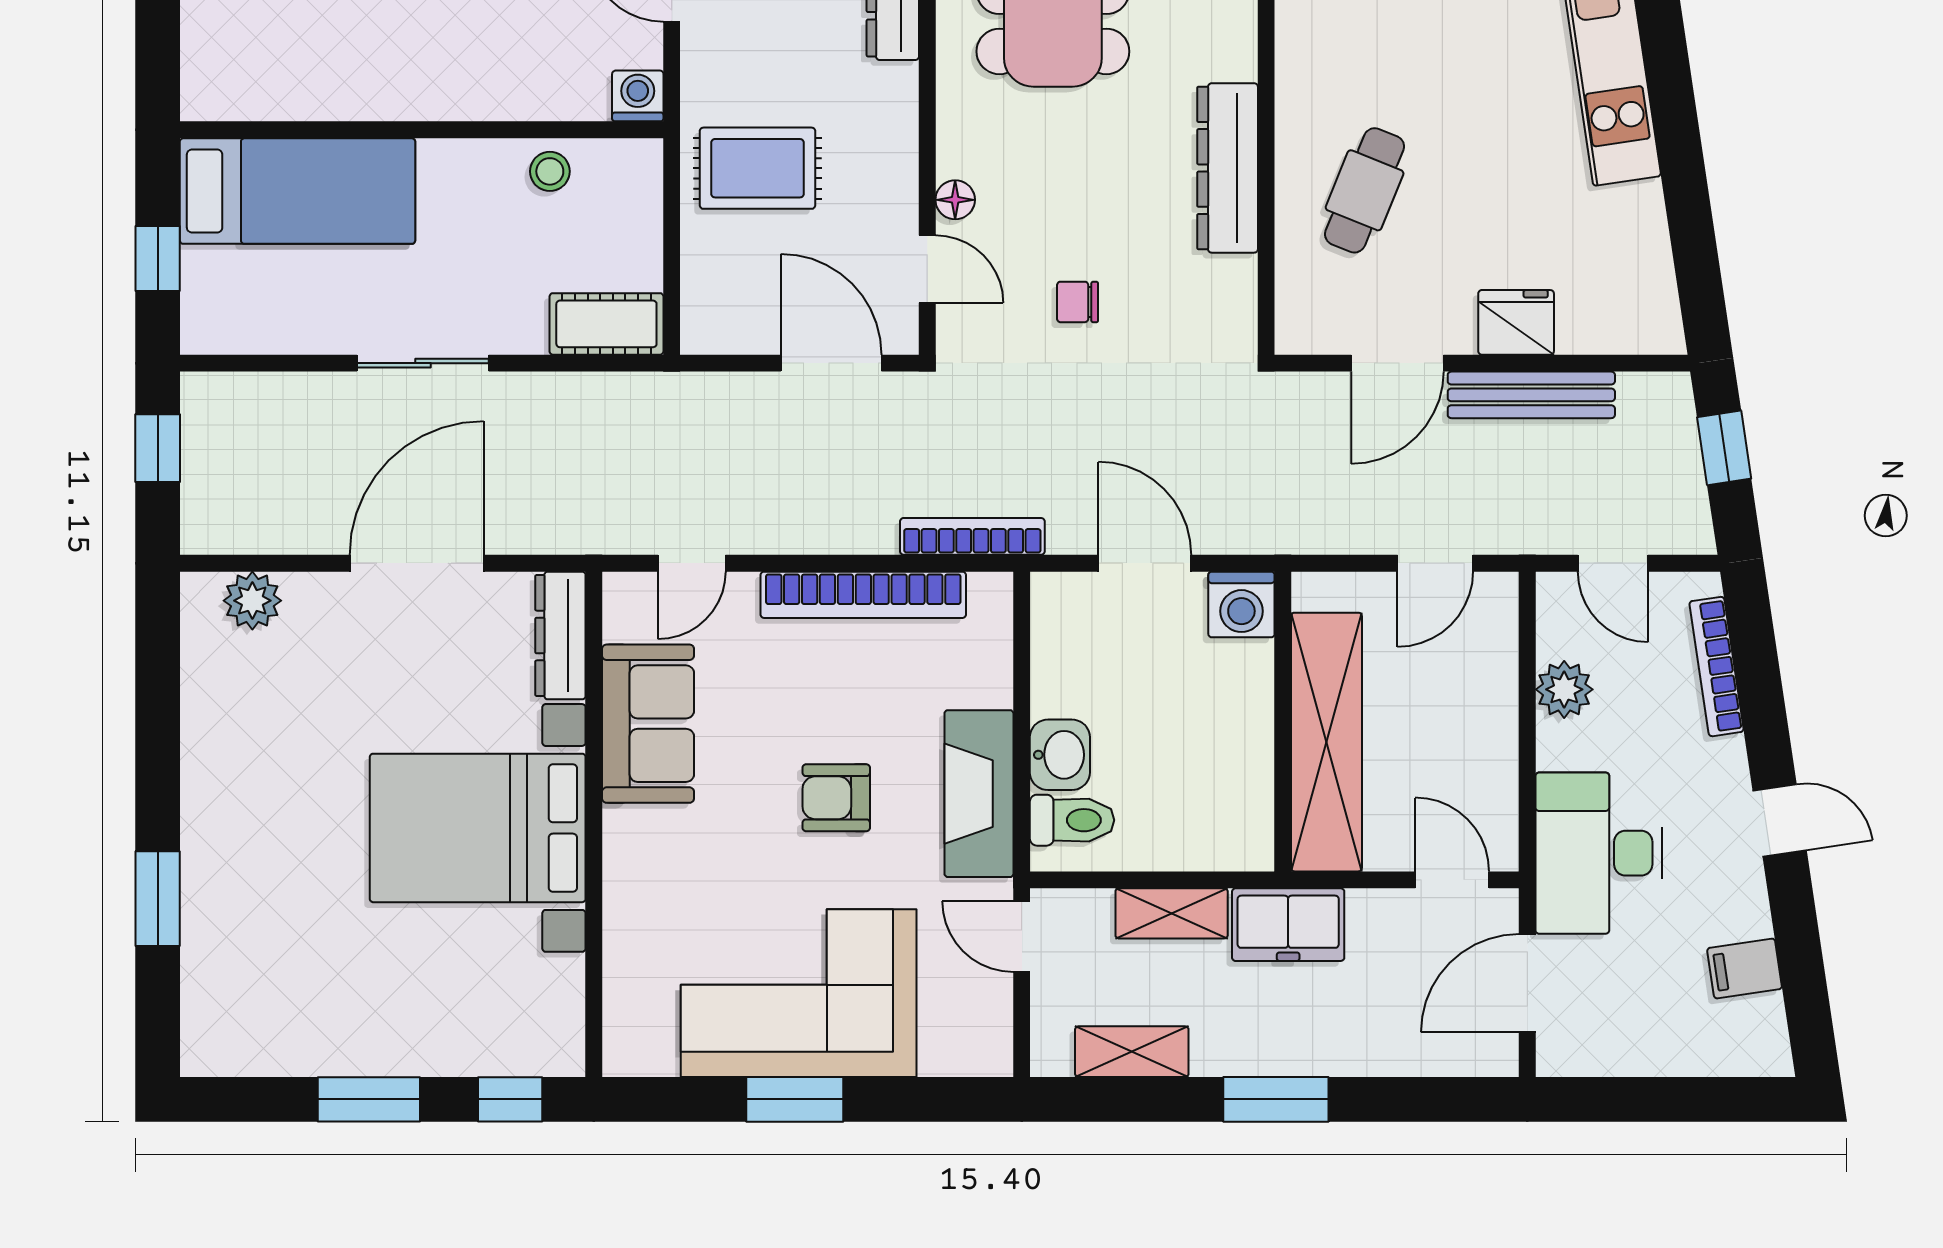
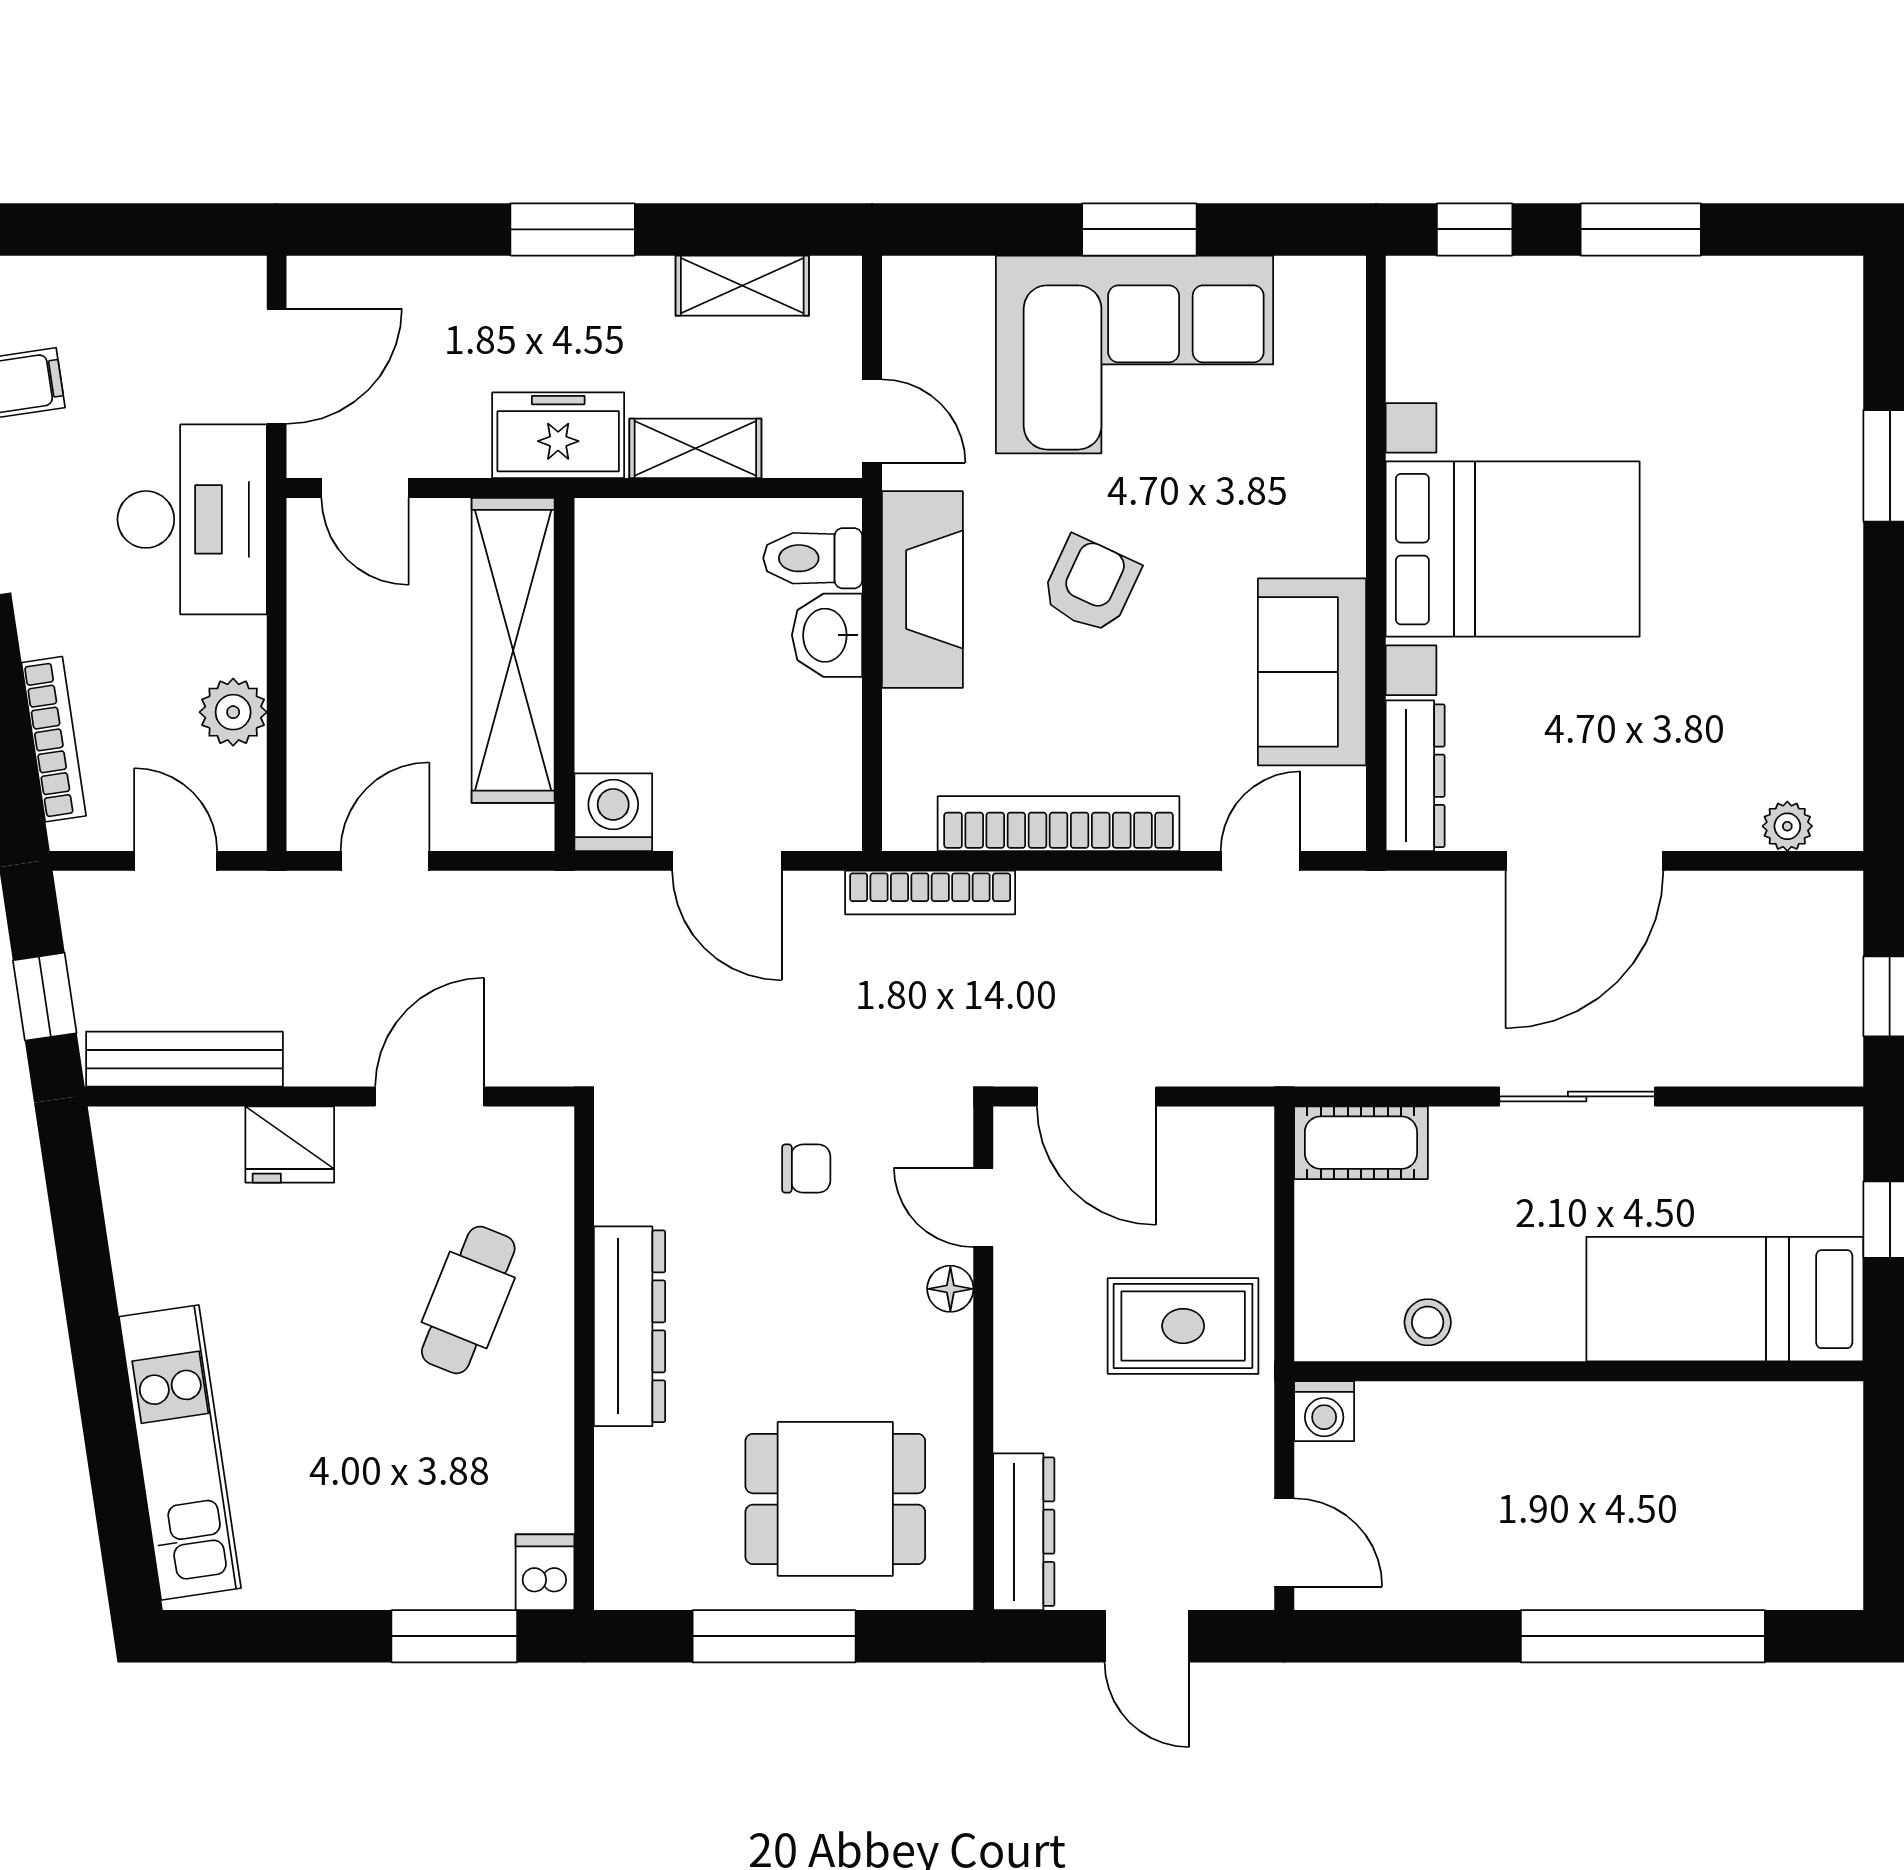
bench: (1531, 395) -> (184, 1059), moved
plant: (252, 601) -> (1787, 826), width x0.73, depth x0.73
armchair: (836, 798) -> (1090, 585), turned -65

